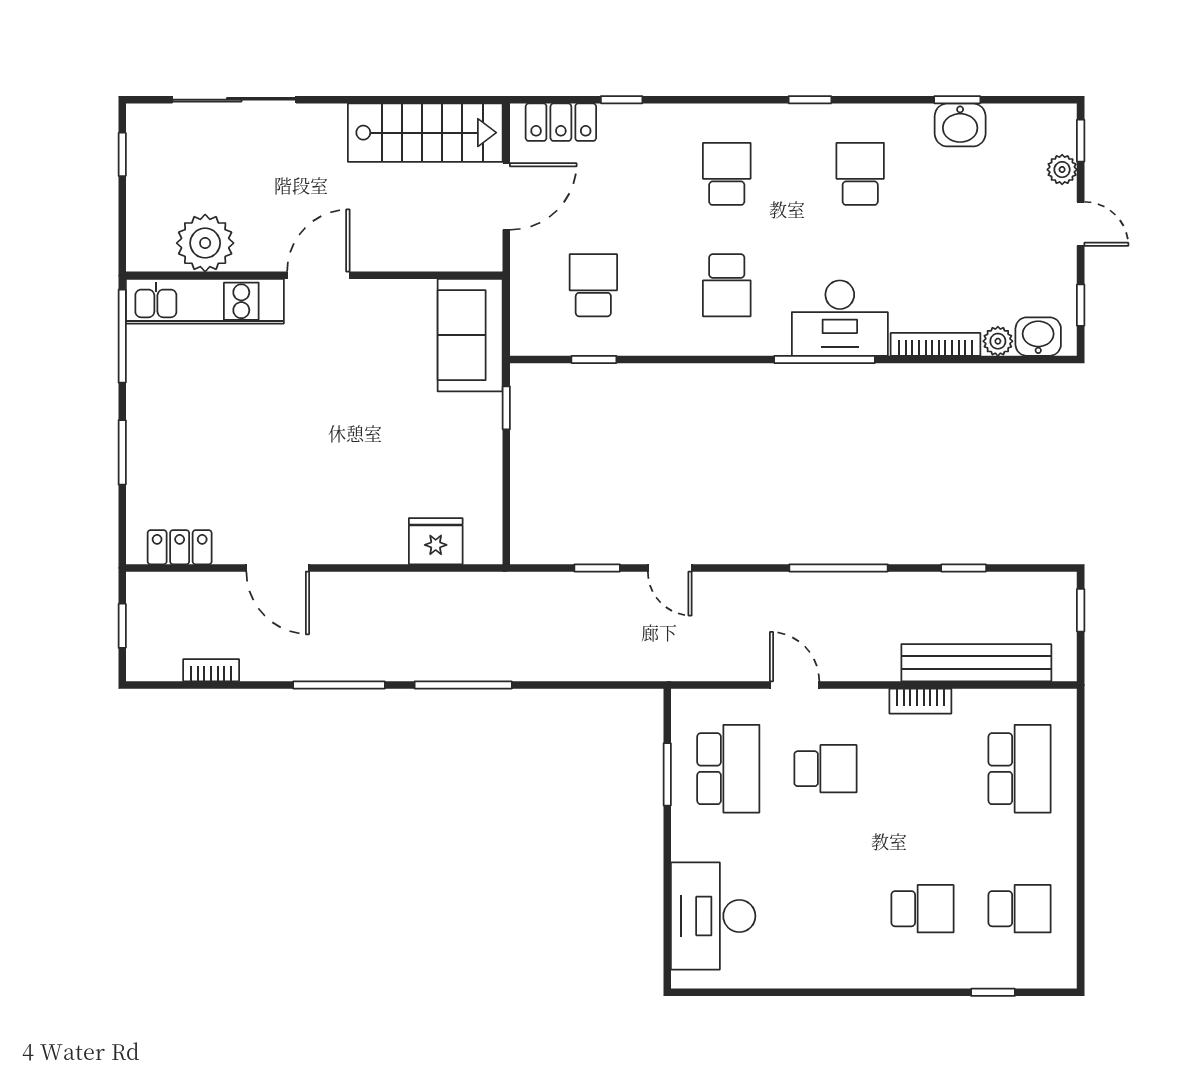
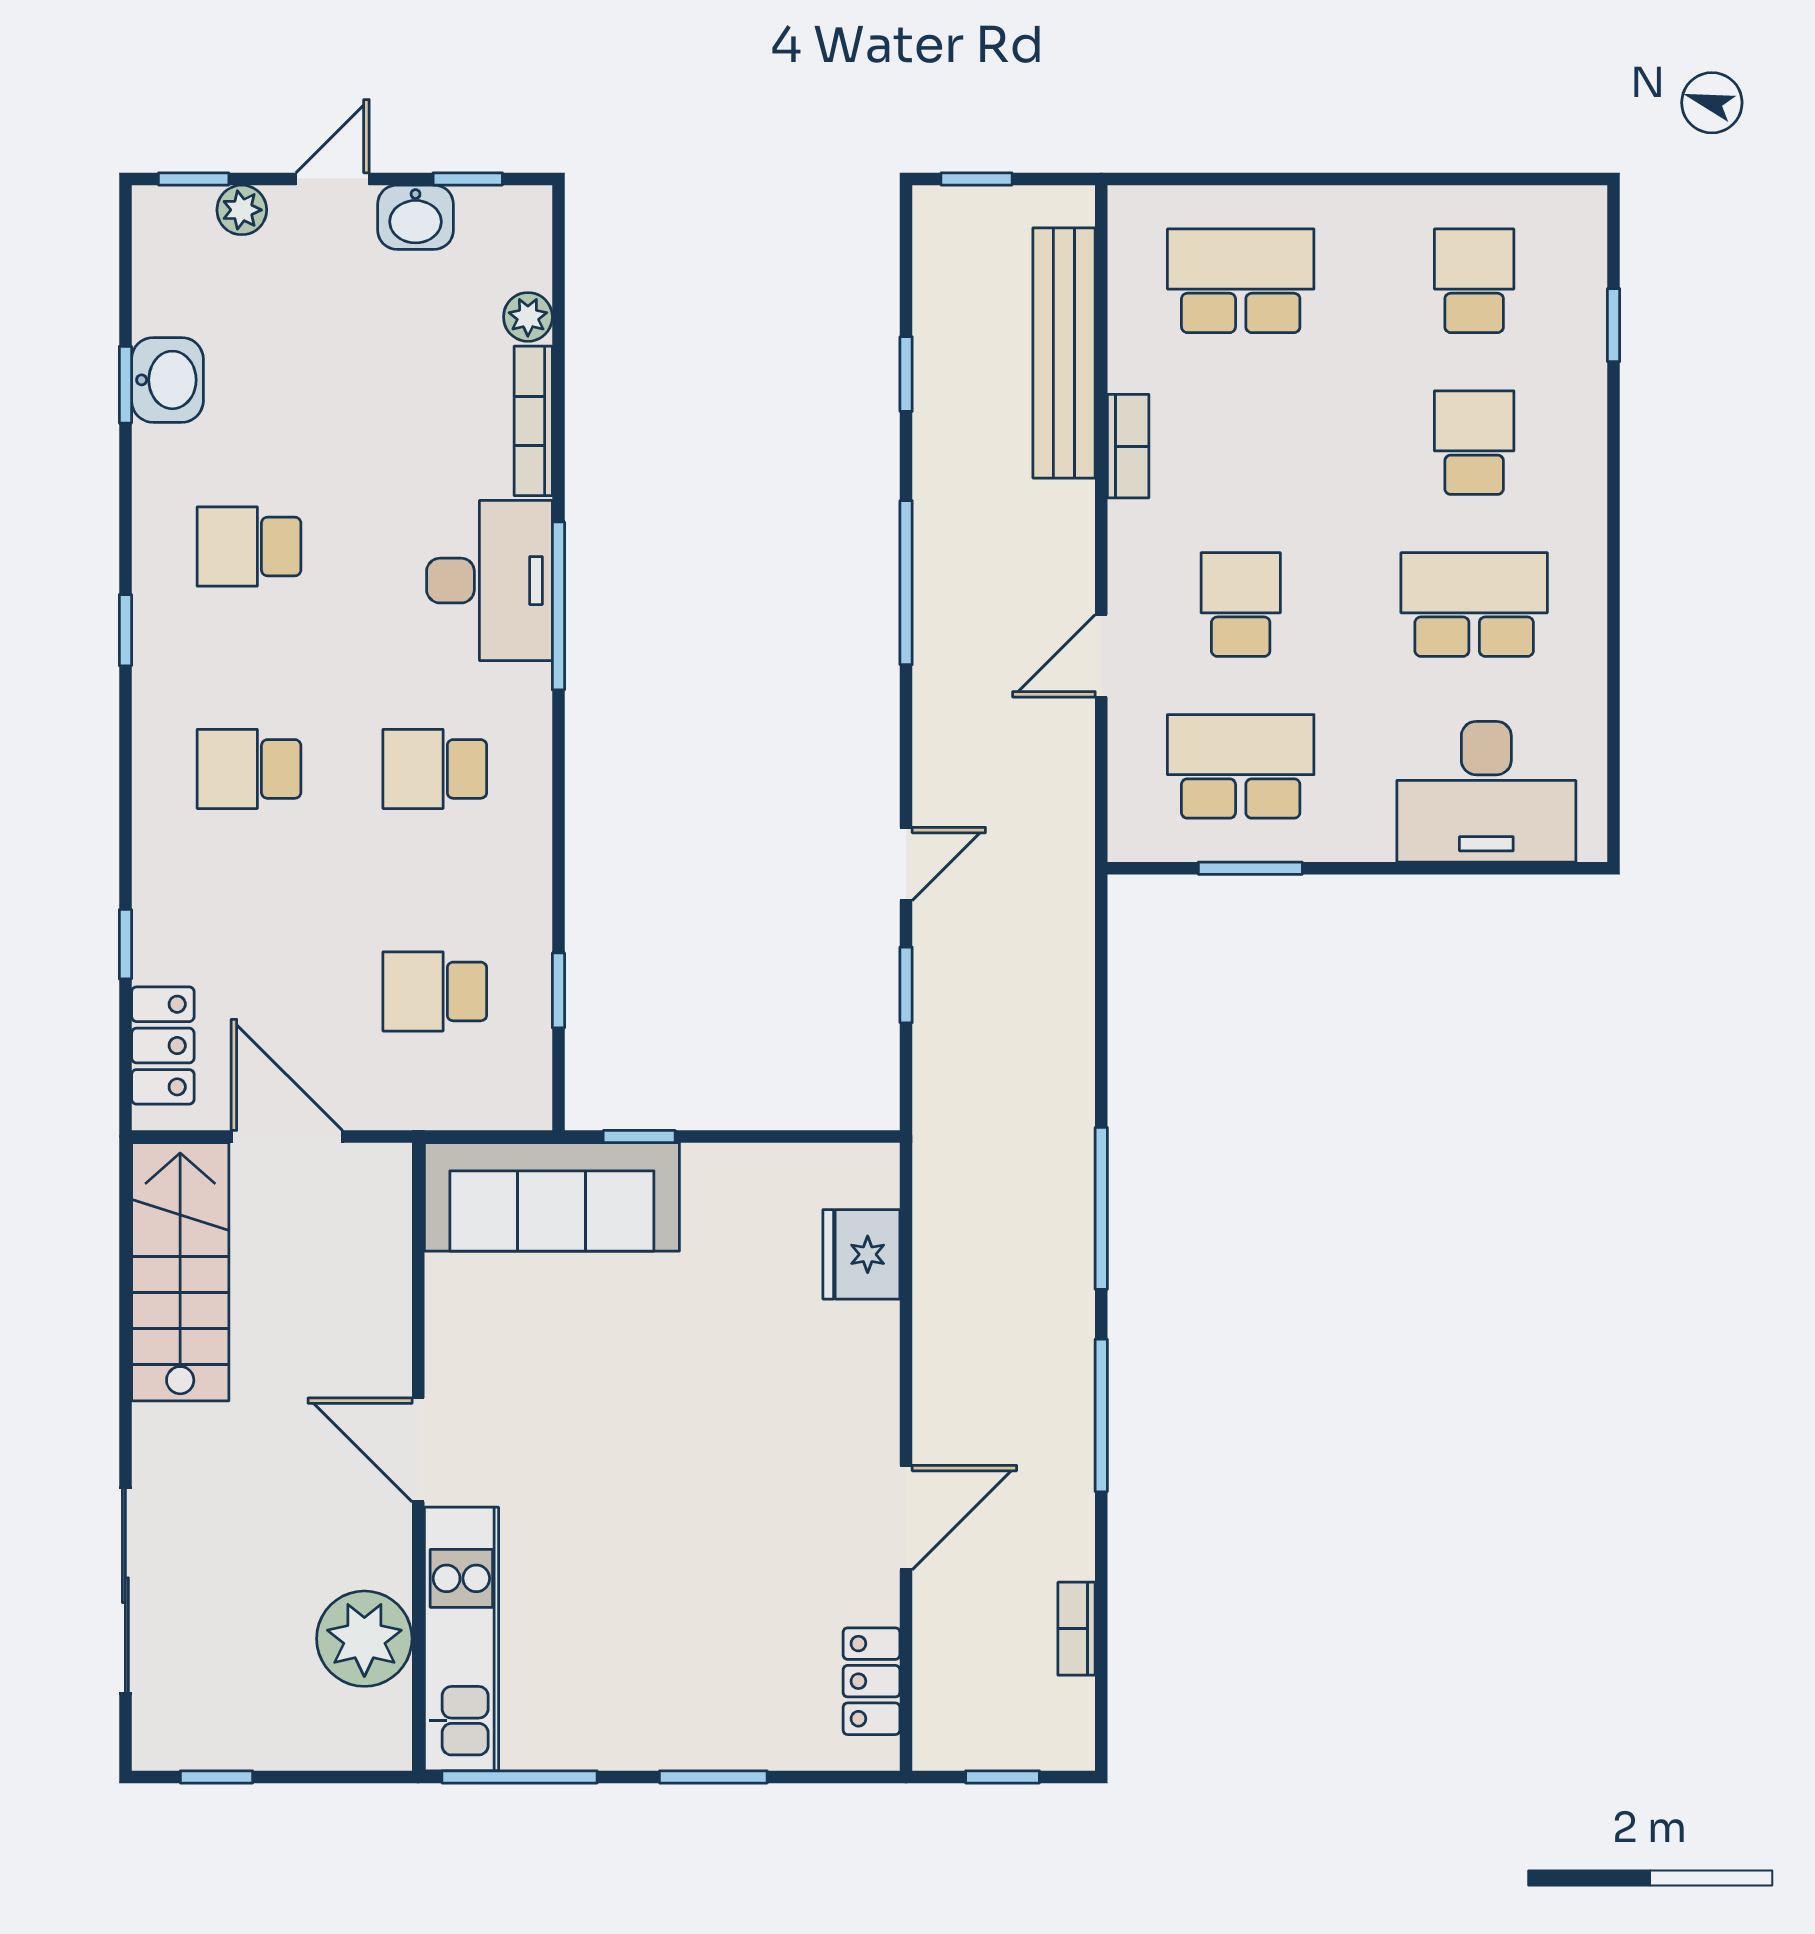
school desk: (727, 285) -> (435, 769), turned 180
sofa: (470, 335) -> (552, 1197), width x1.36
washbasin: (1038, 337) -> (416, 217), moved, turned -90
school desk: (825, 909) -> (1474, 604), added

